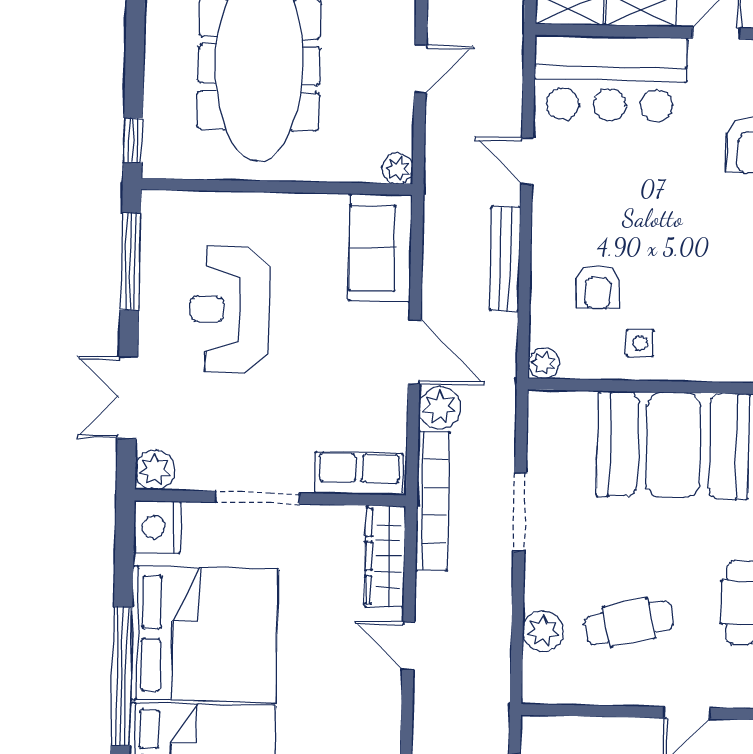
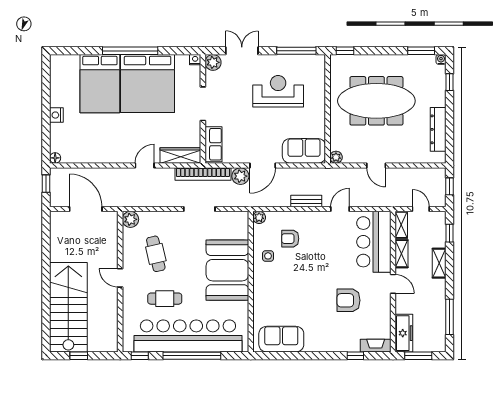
bench: (505, 259) -> (306, 201), width x0.73
nightstand: (157, 527) -> (195, 60), width x0.53, depth x0.56
plant: (543, 631) -> (130, 219), moved

